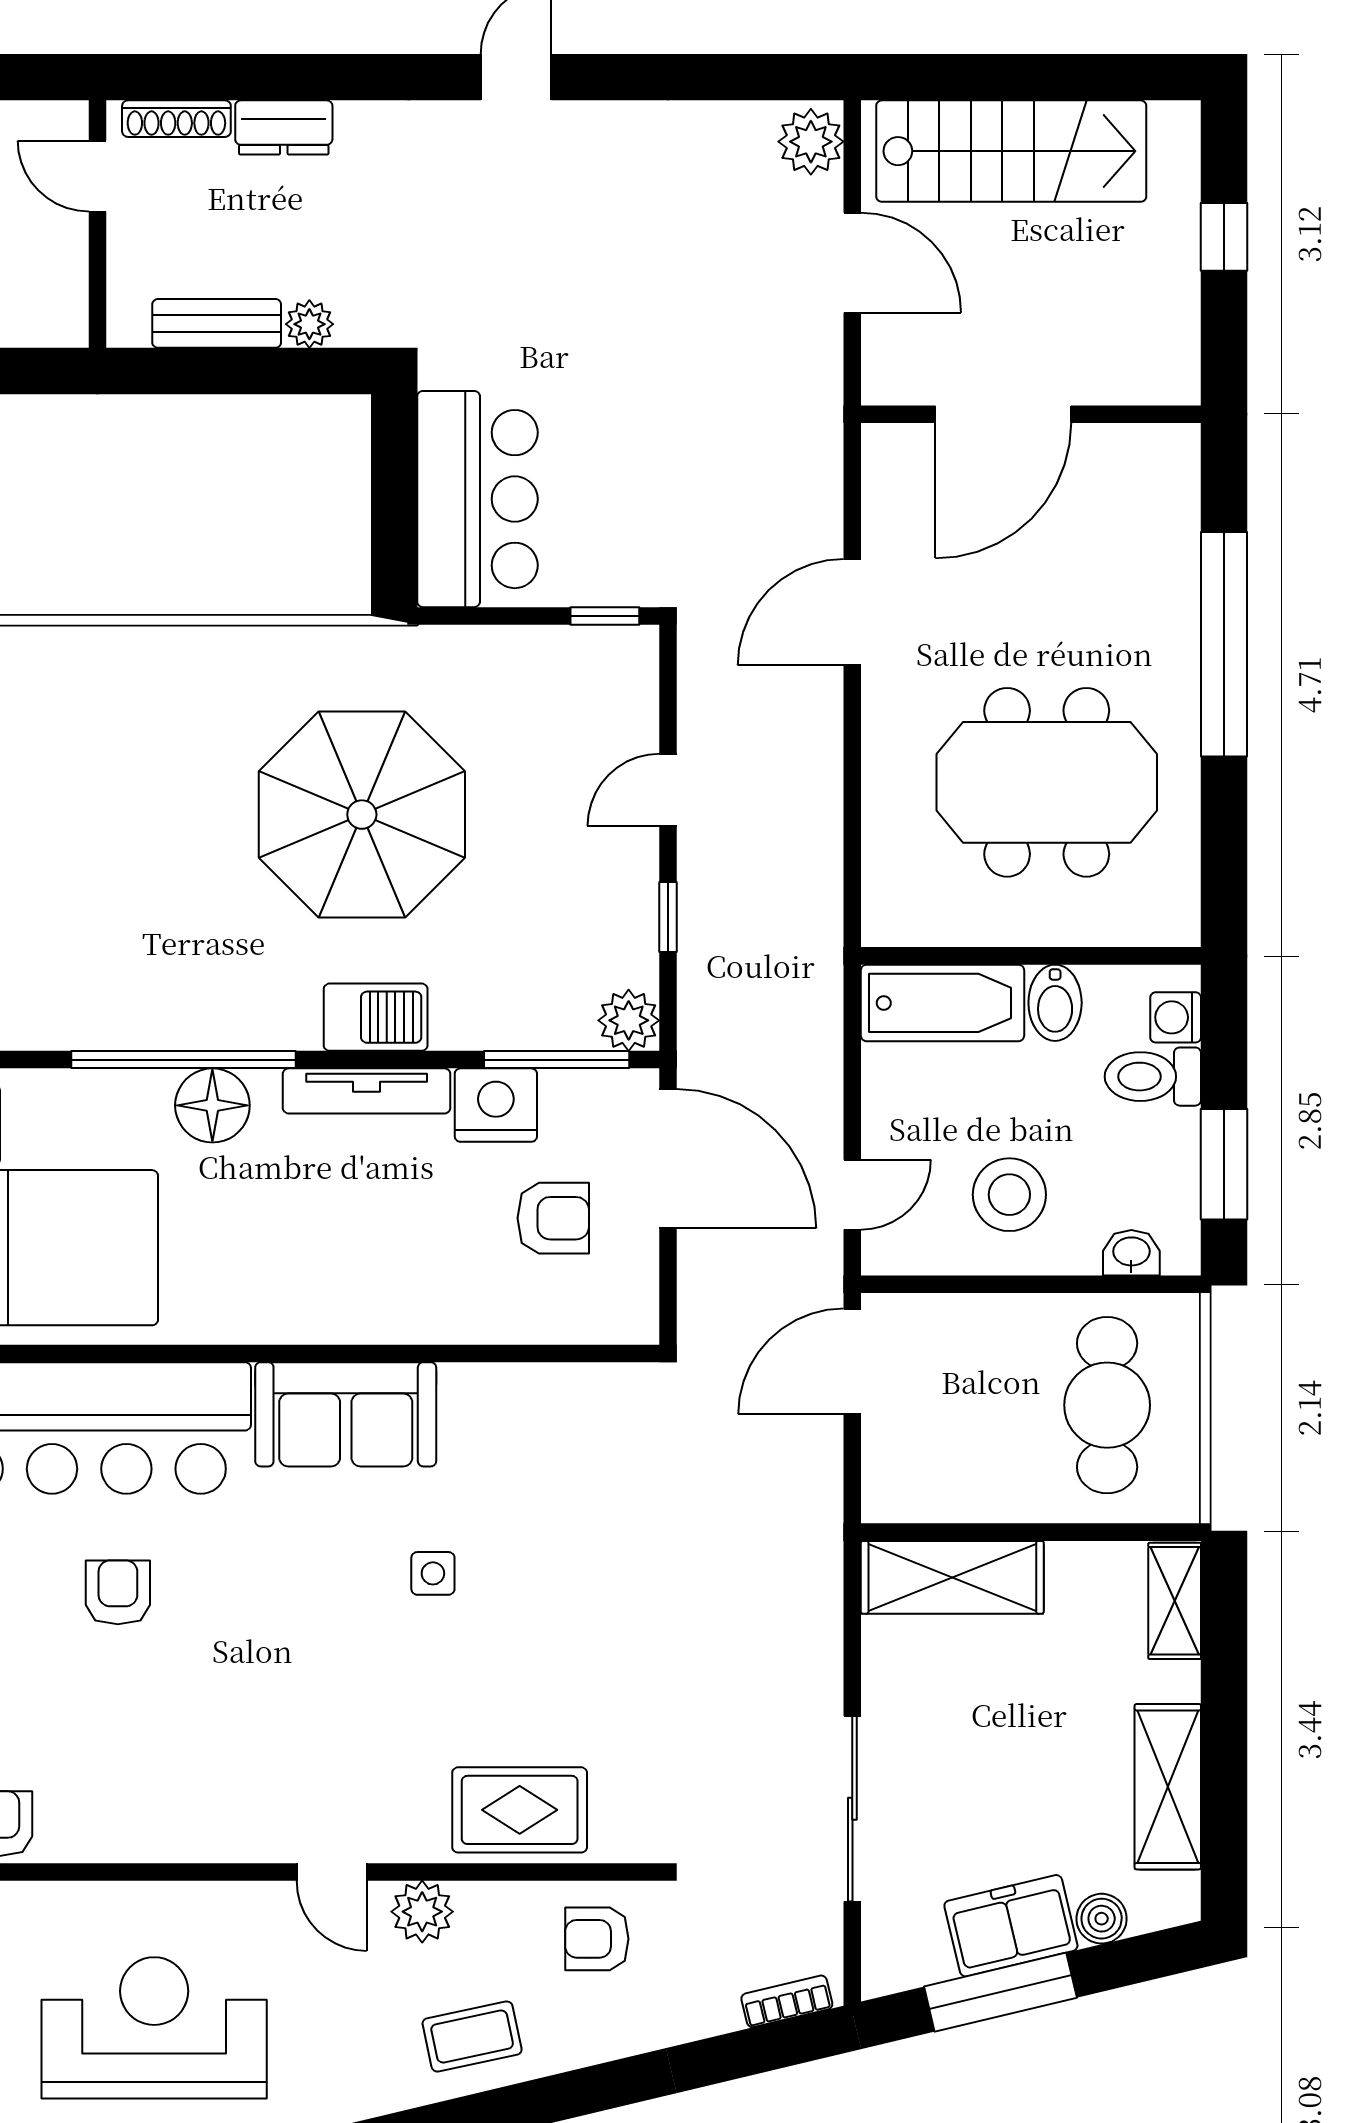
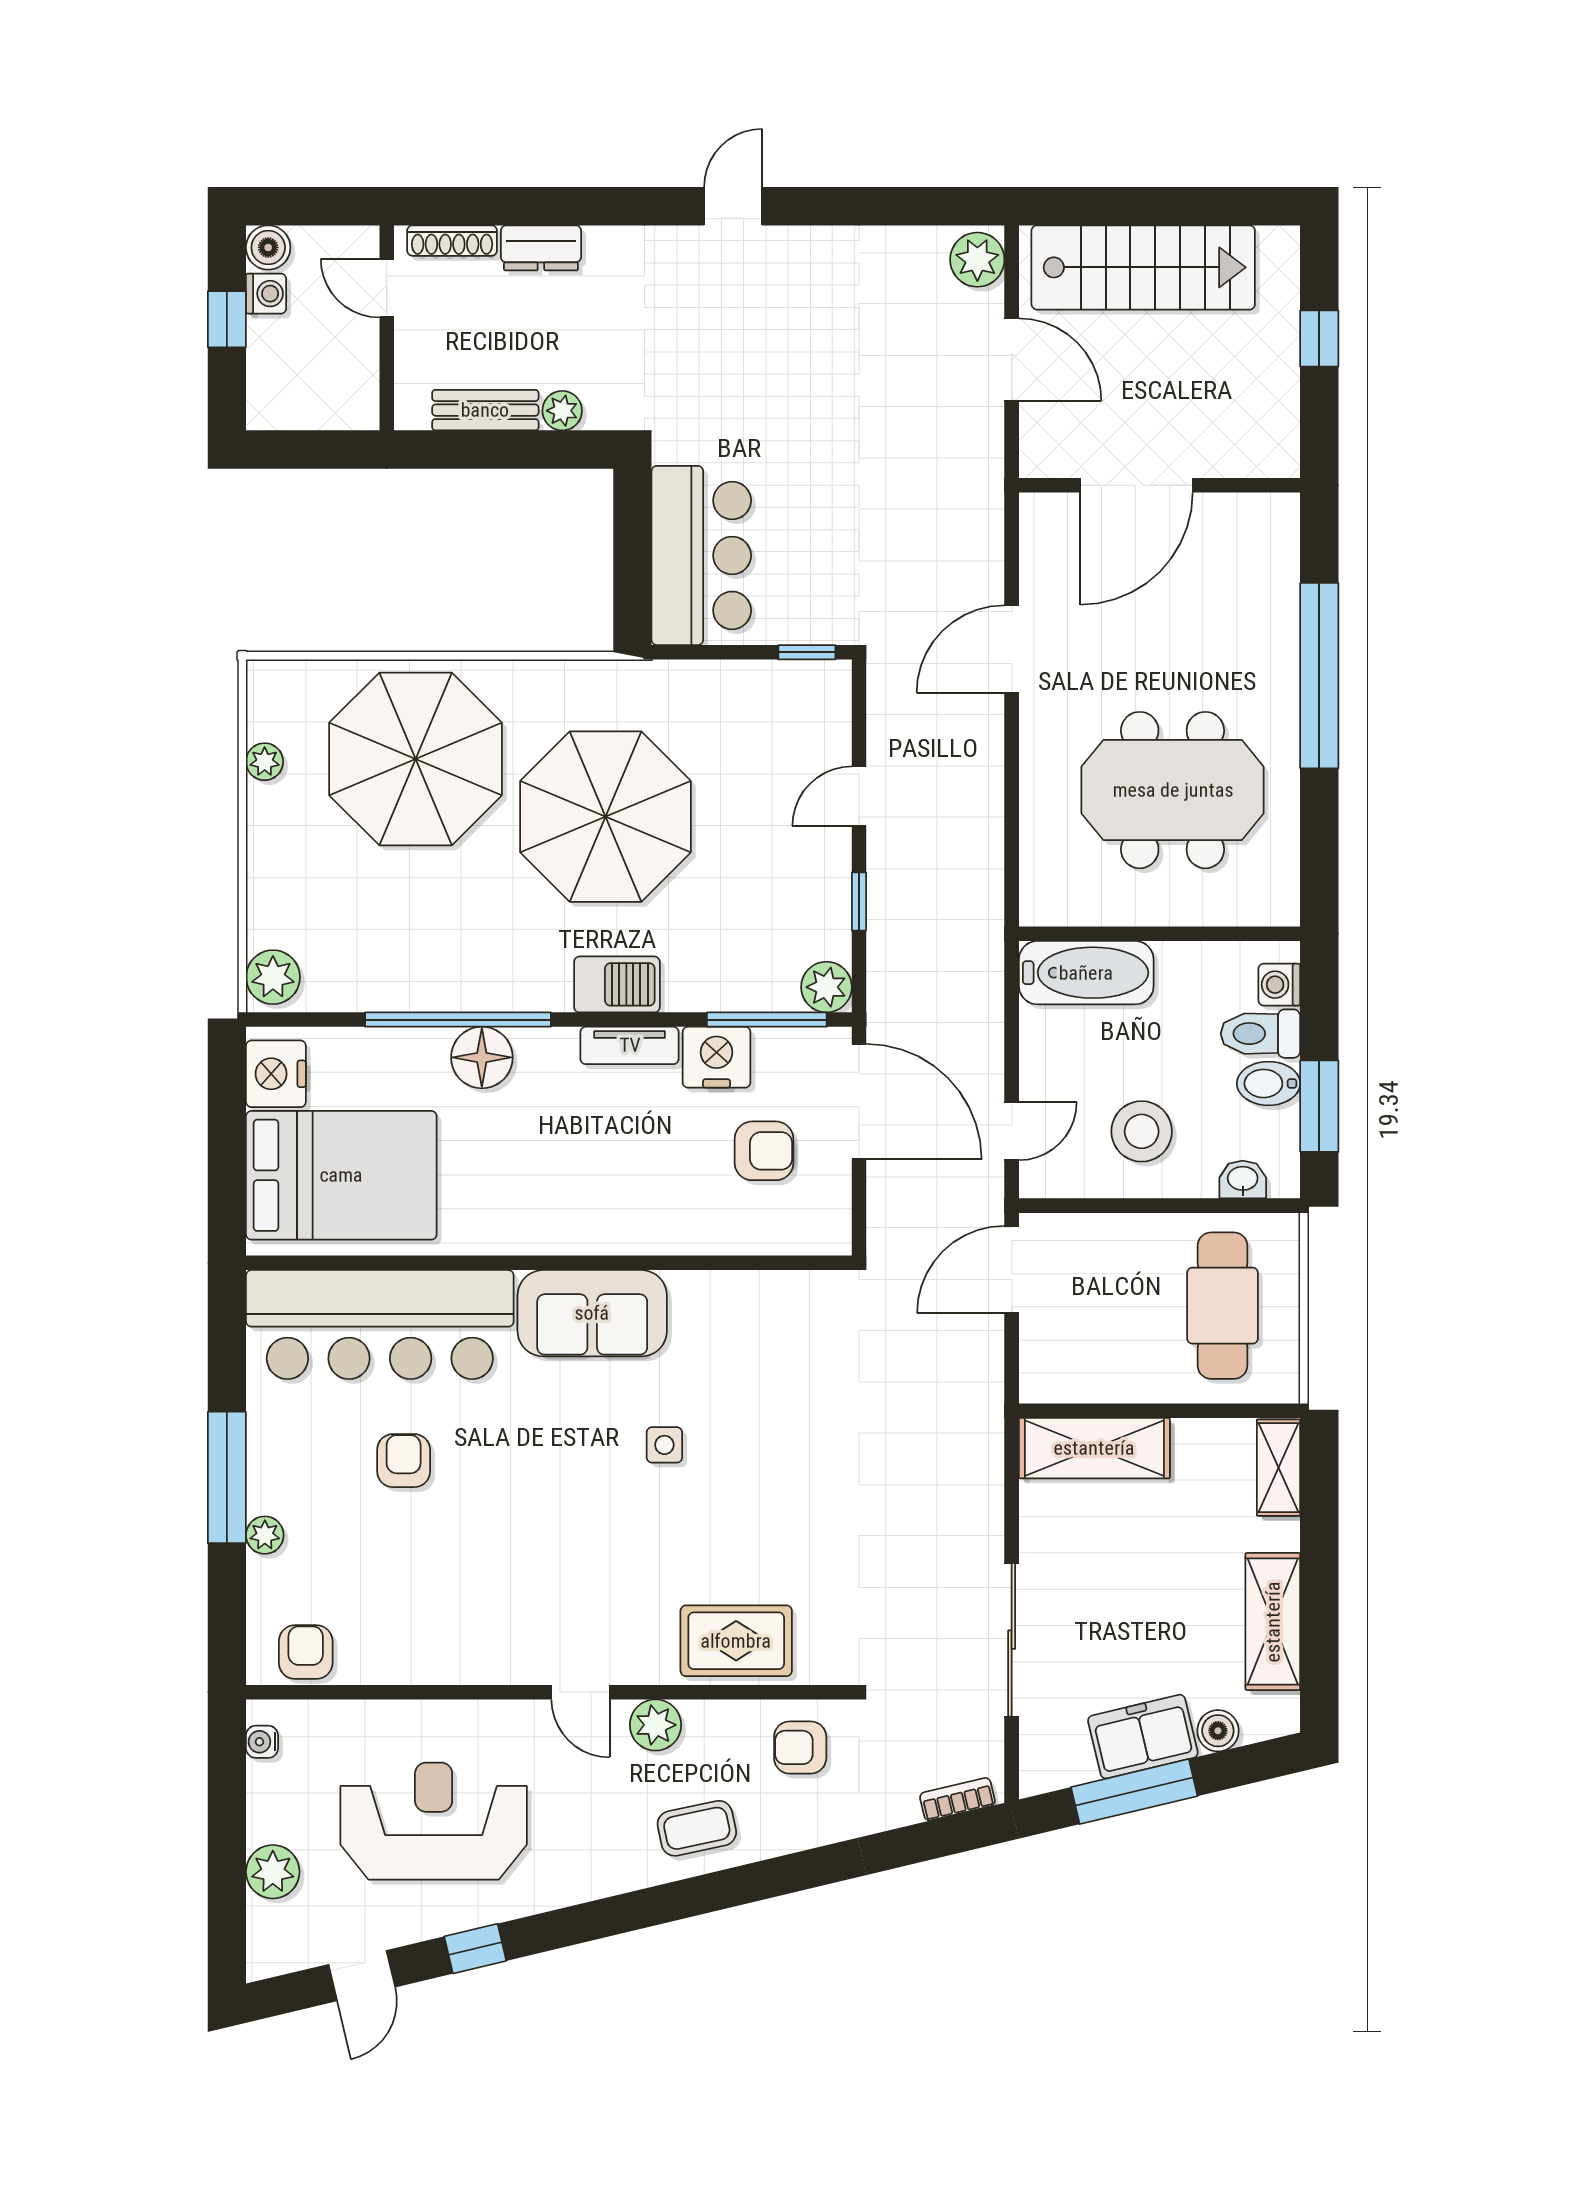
parasol: (132, 745) -> (416, 759), added
bidet: (1055, 1003) -> (1269, 1083), moved, turned 90
tv unit: (367, 1091) -> (630, 1045), width x0.71

